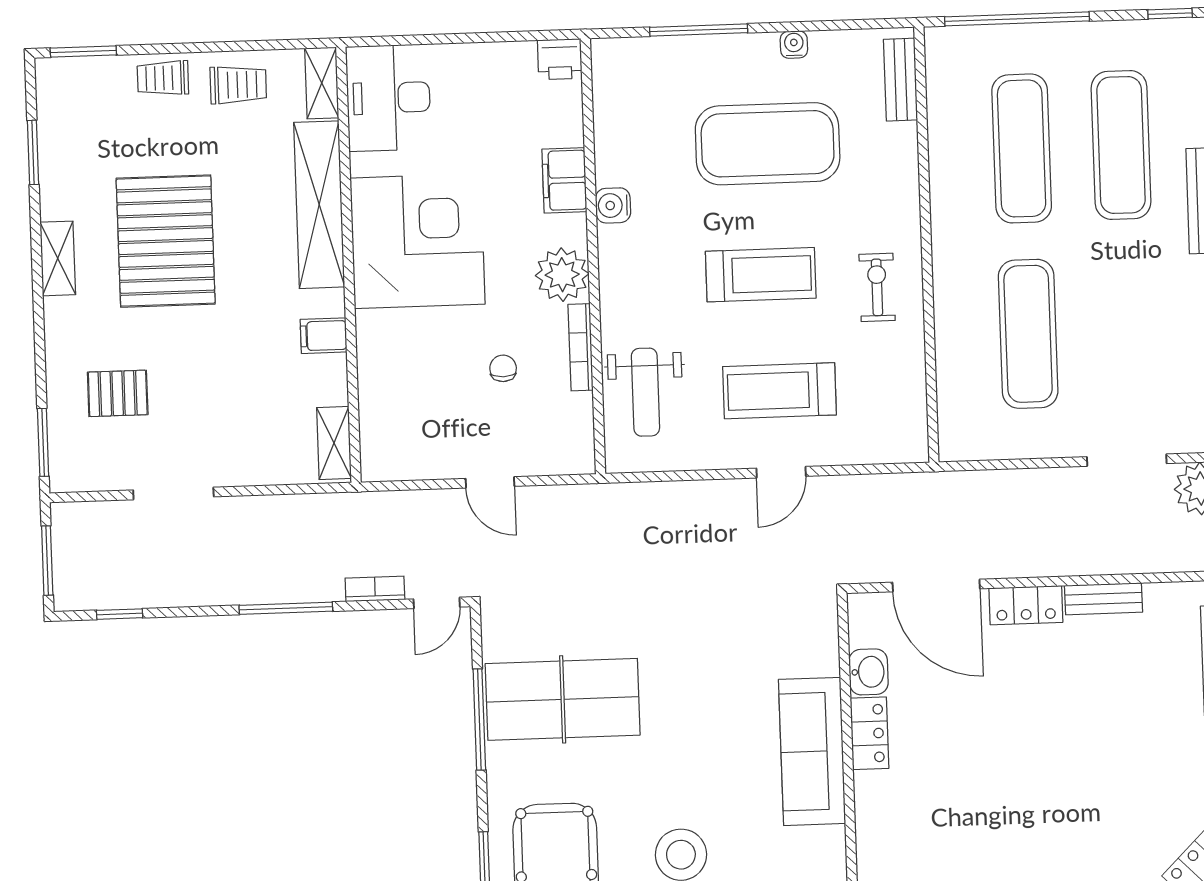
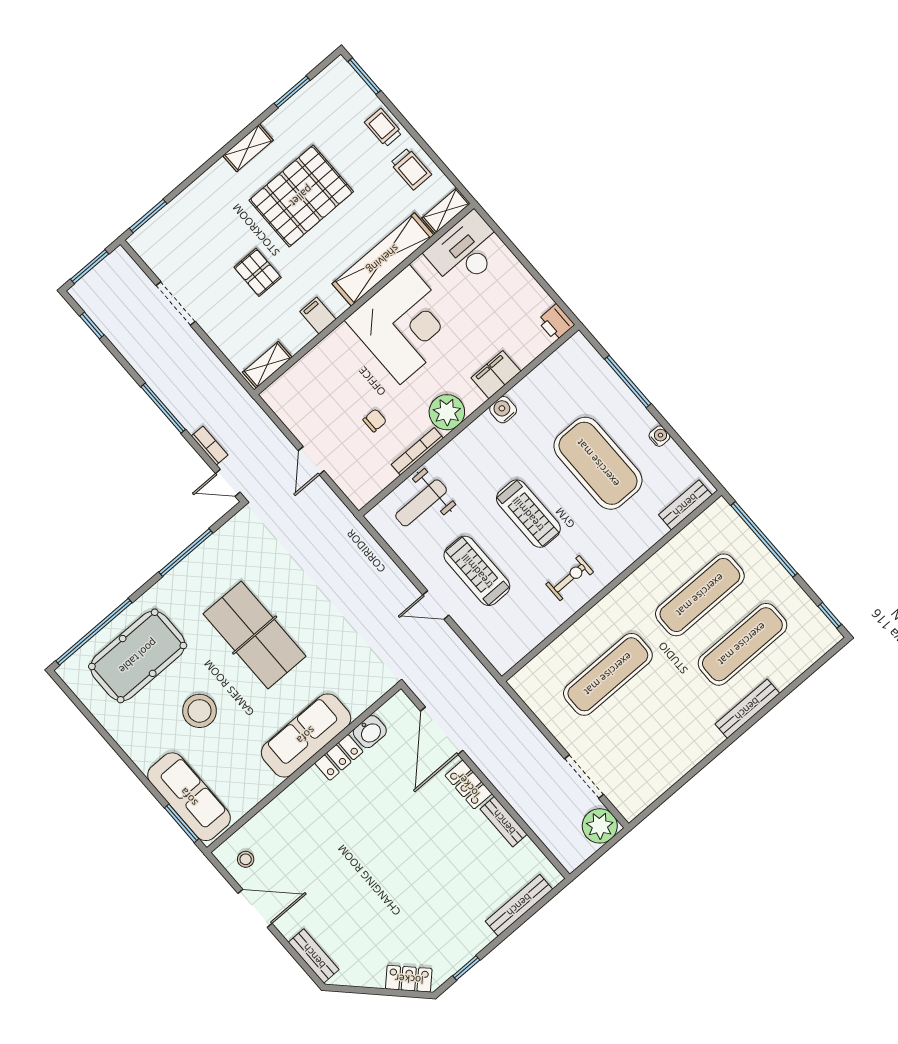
pallet: (118, 393) -> (258, 272), moved
table tennis table: (563, 699) -> (255, 635), moved

